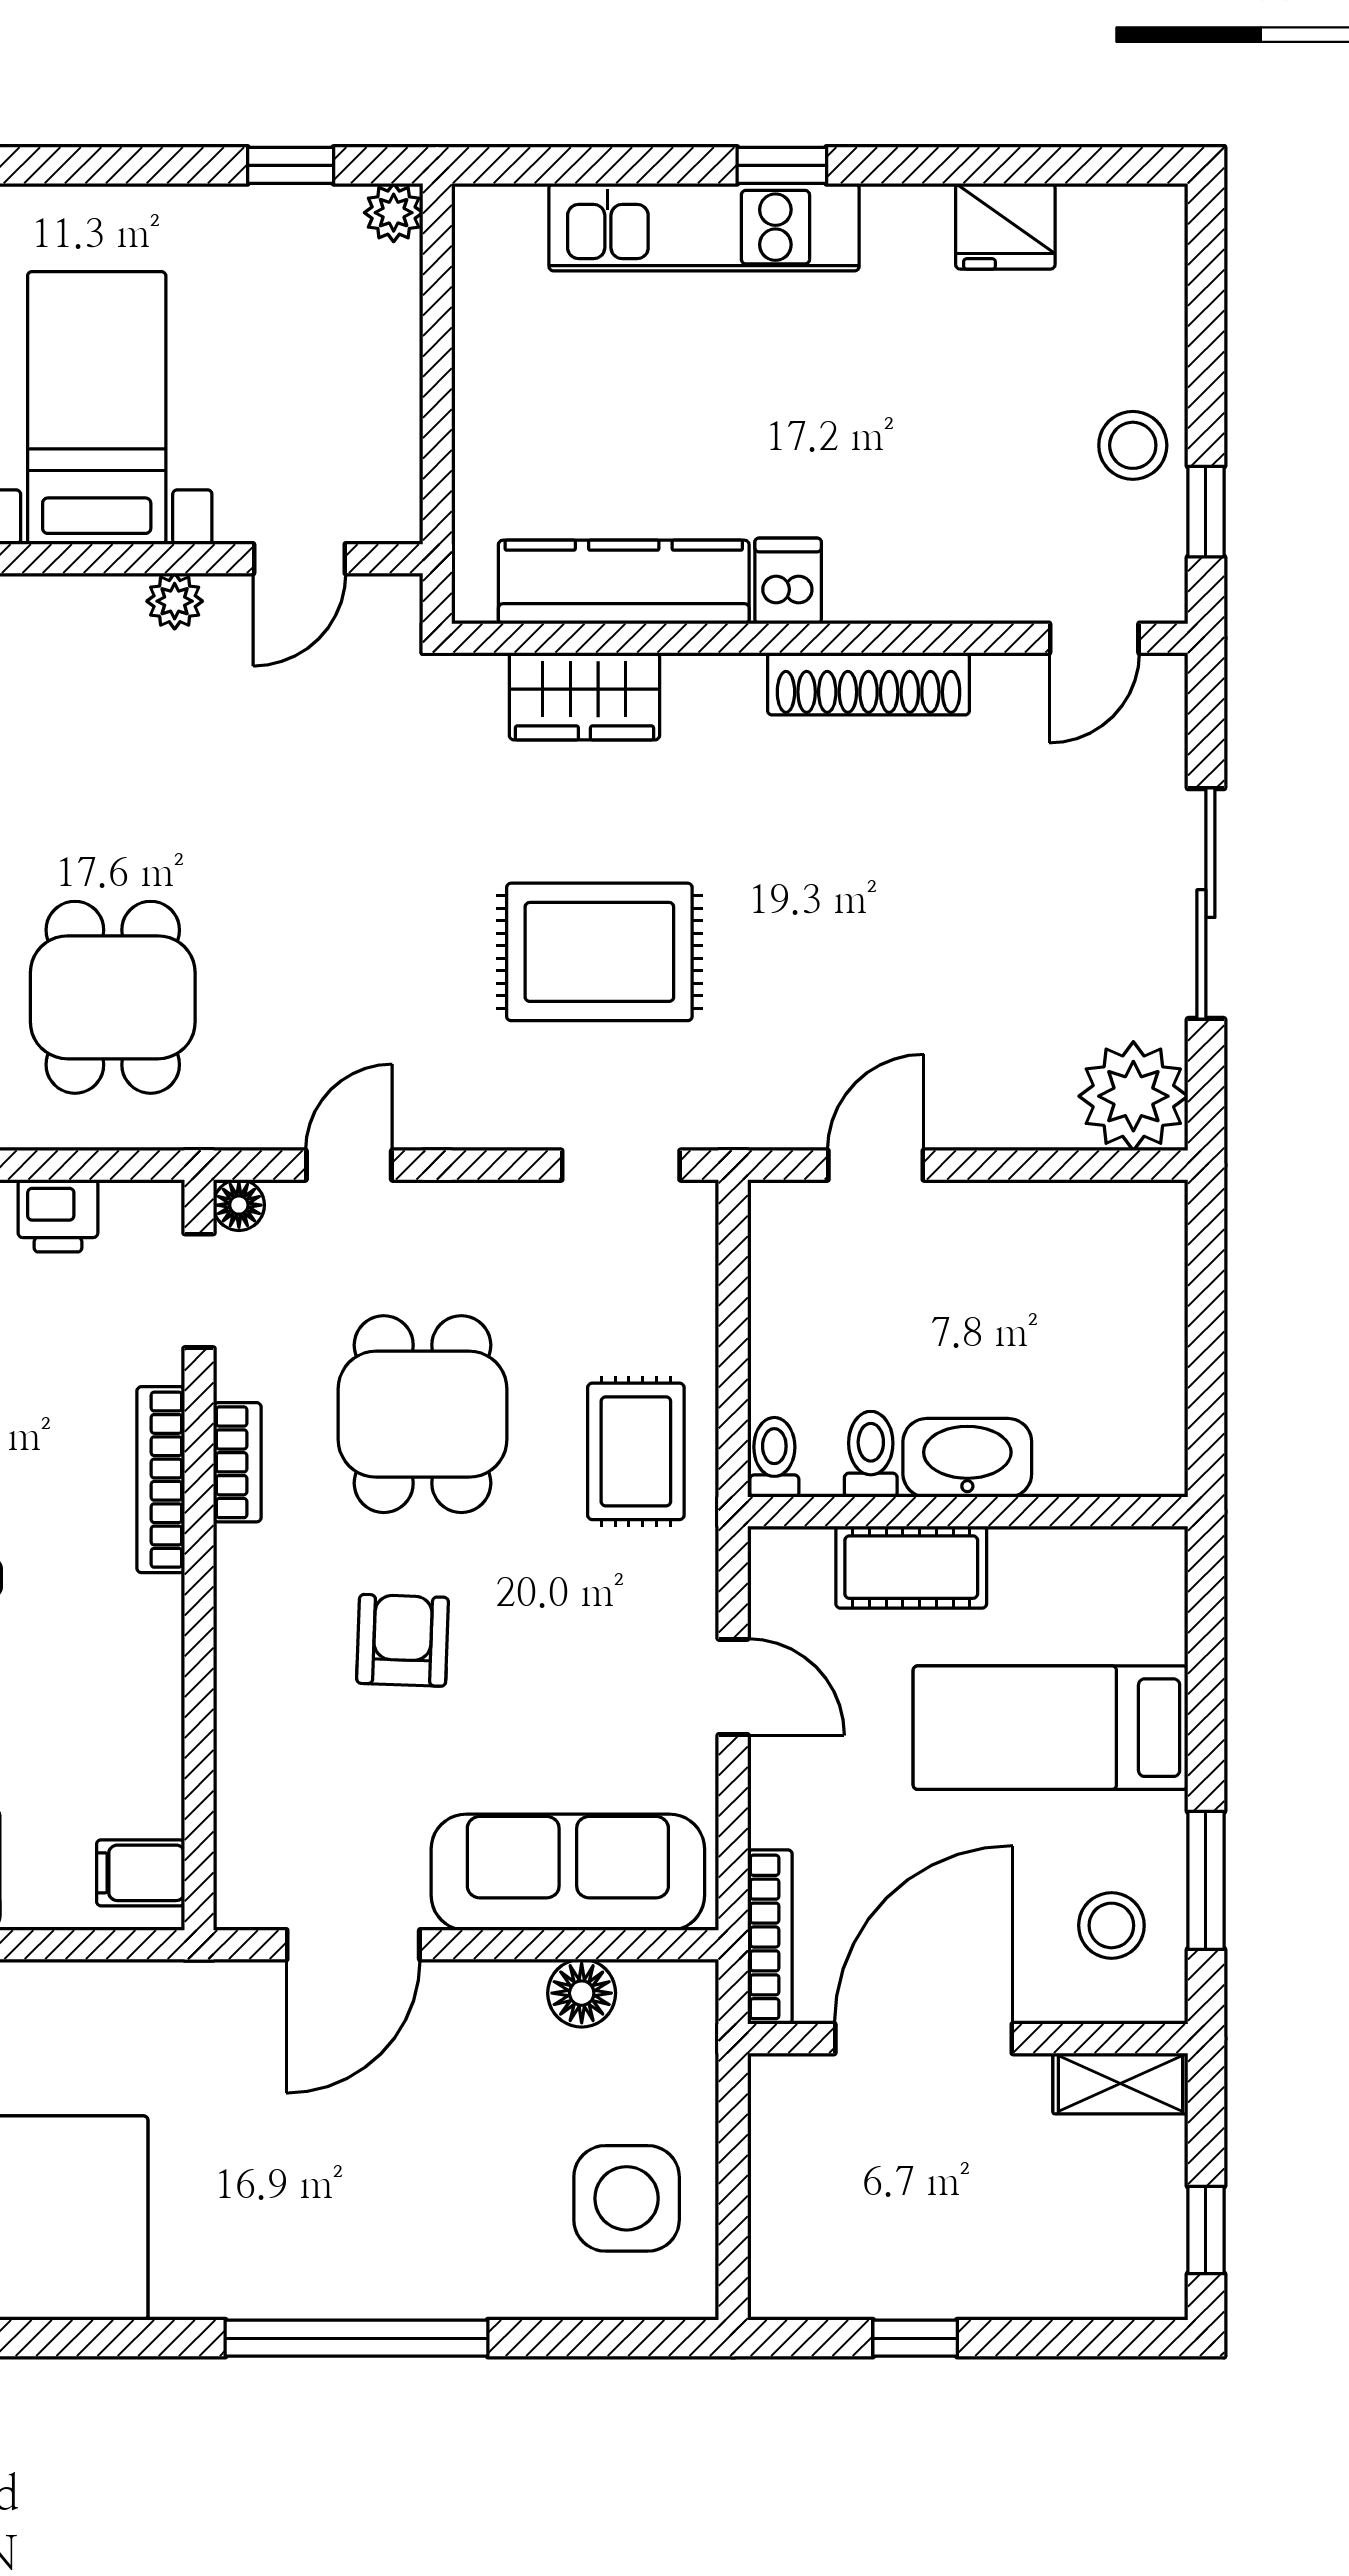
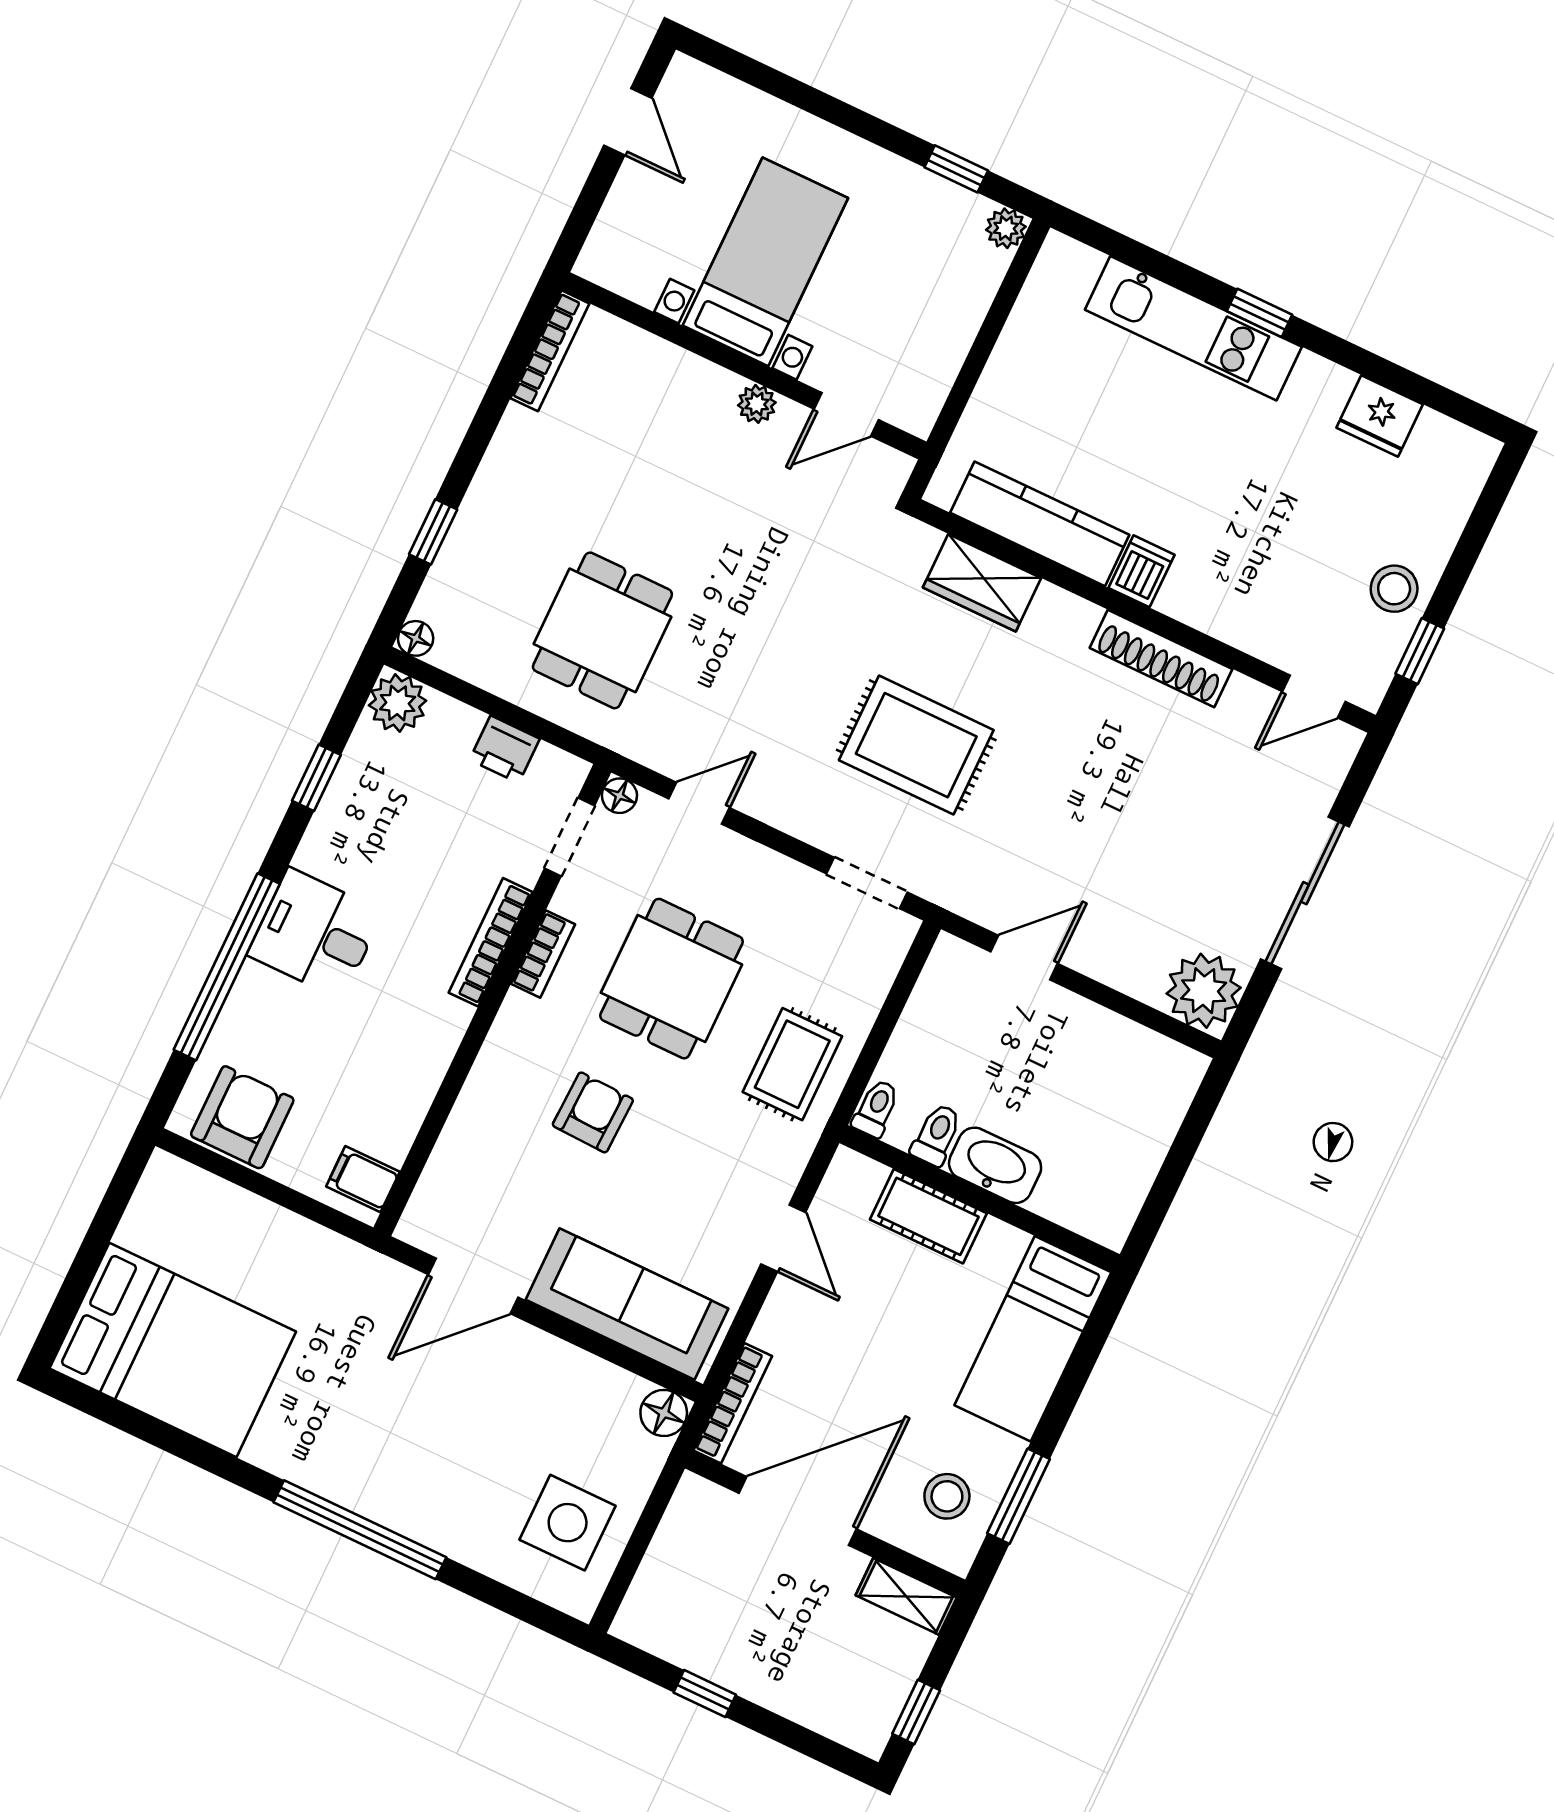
bed: (1051, 1728) -> (1033, 1339), moved, turned -90
floor lamp: (582, 1993) -> (664, 1413), moved

